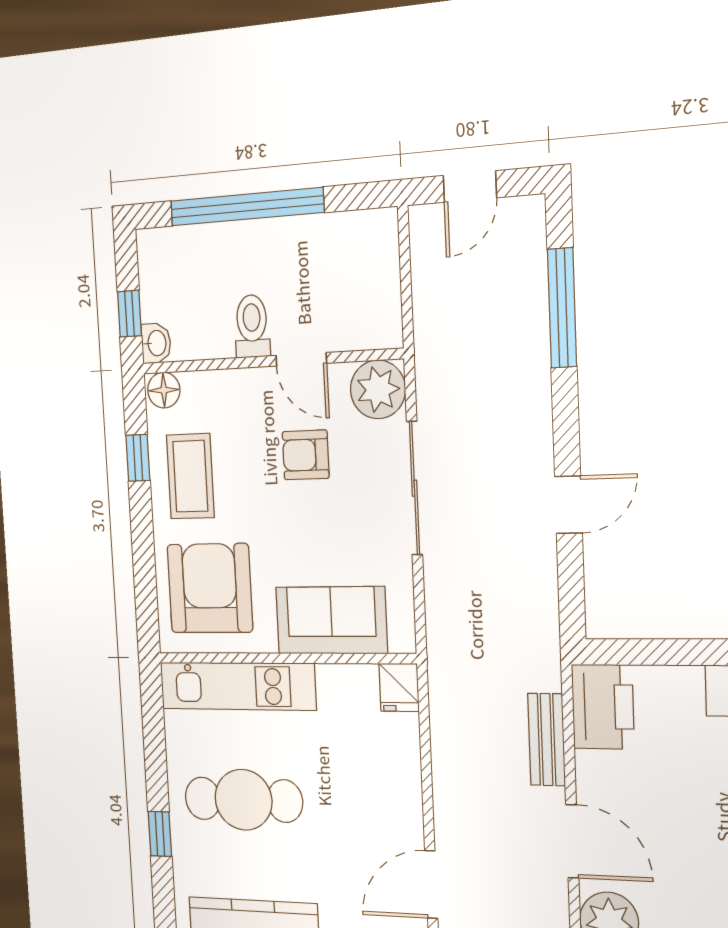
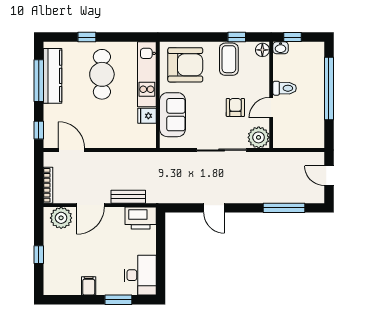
coffee table: (190, 476) -> (229, 59), turned 90
fridge: (399, 687) -> (147, 116), moved

